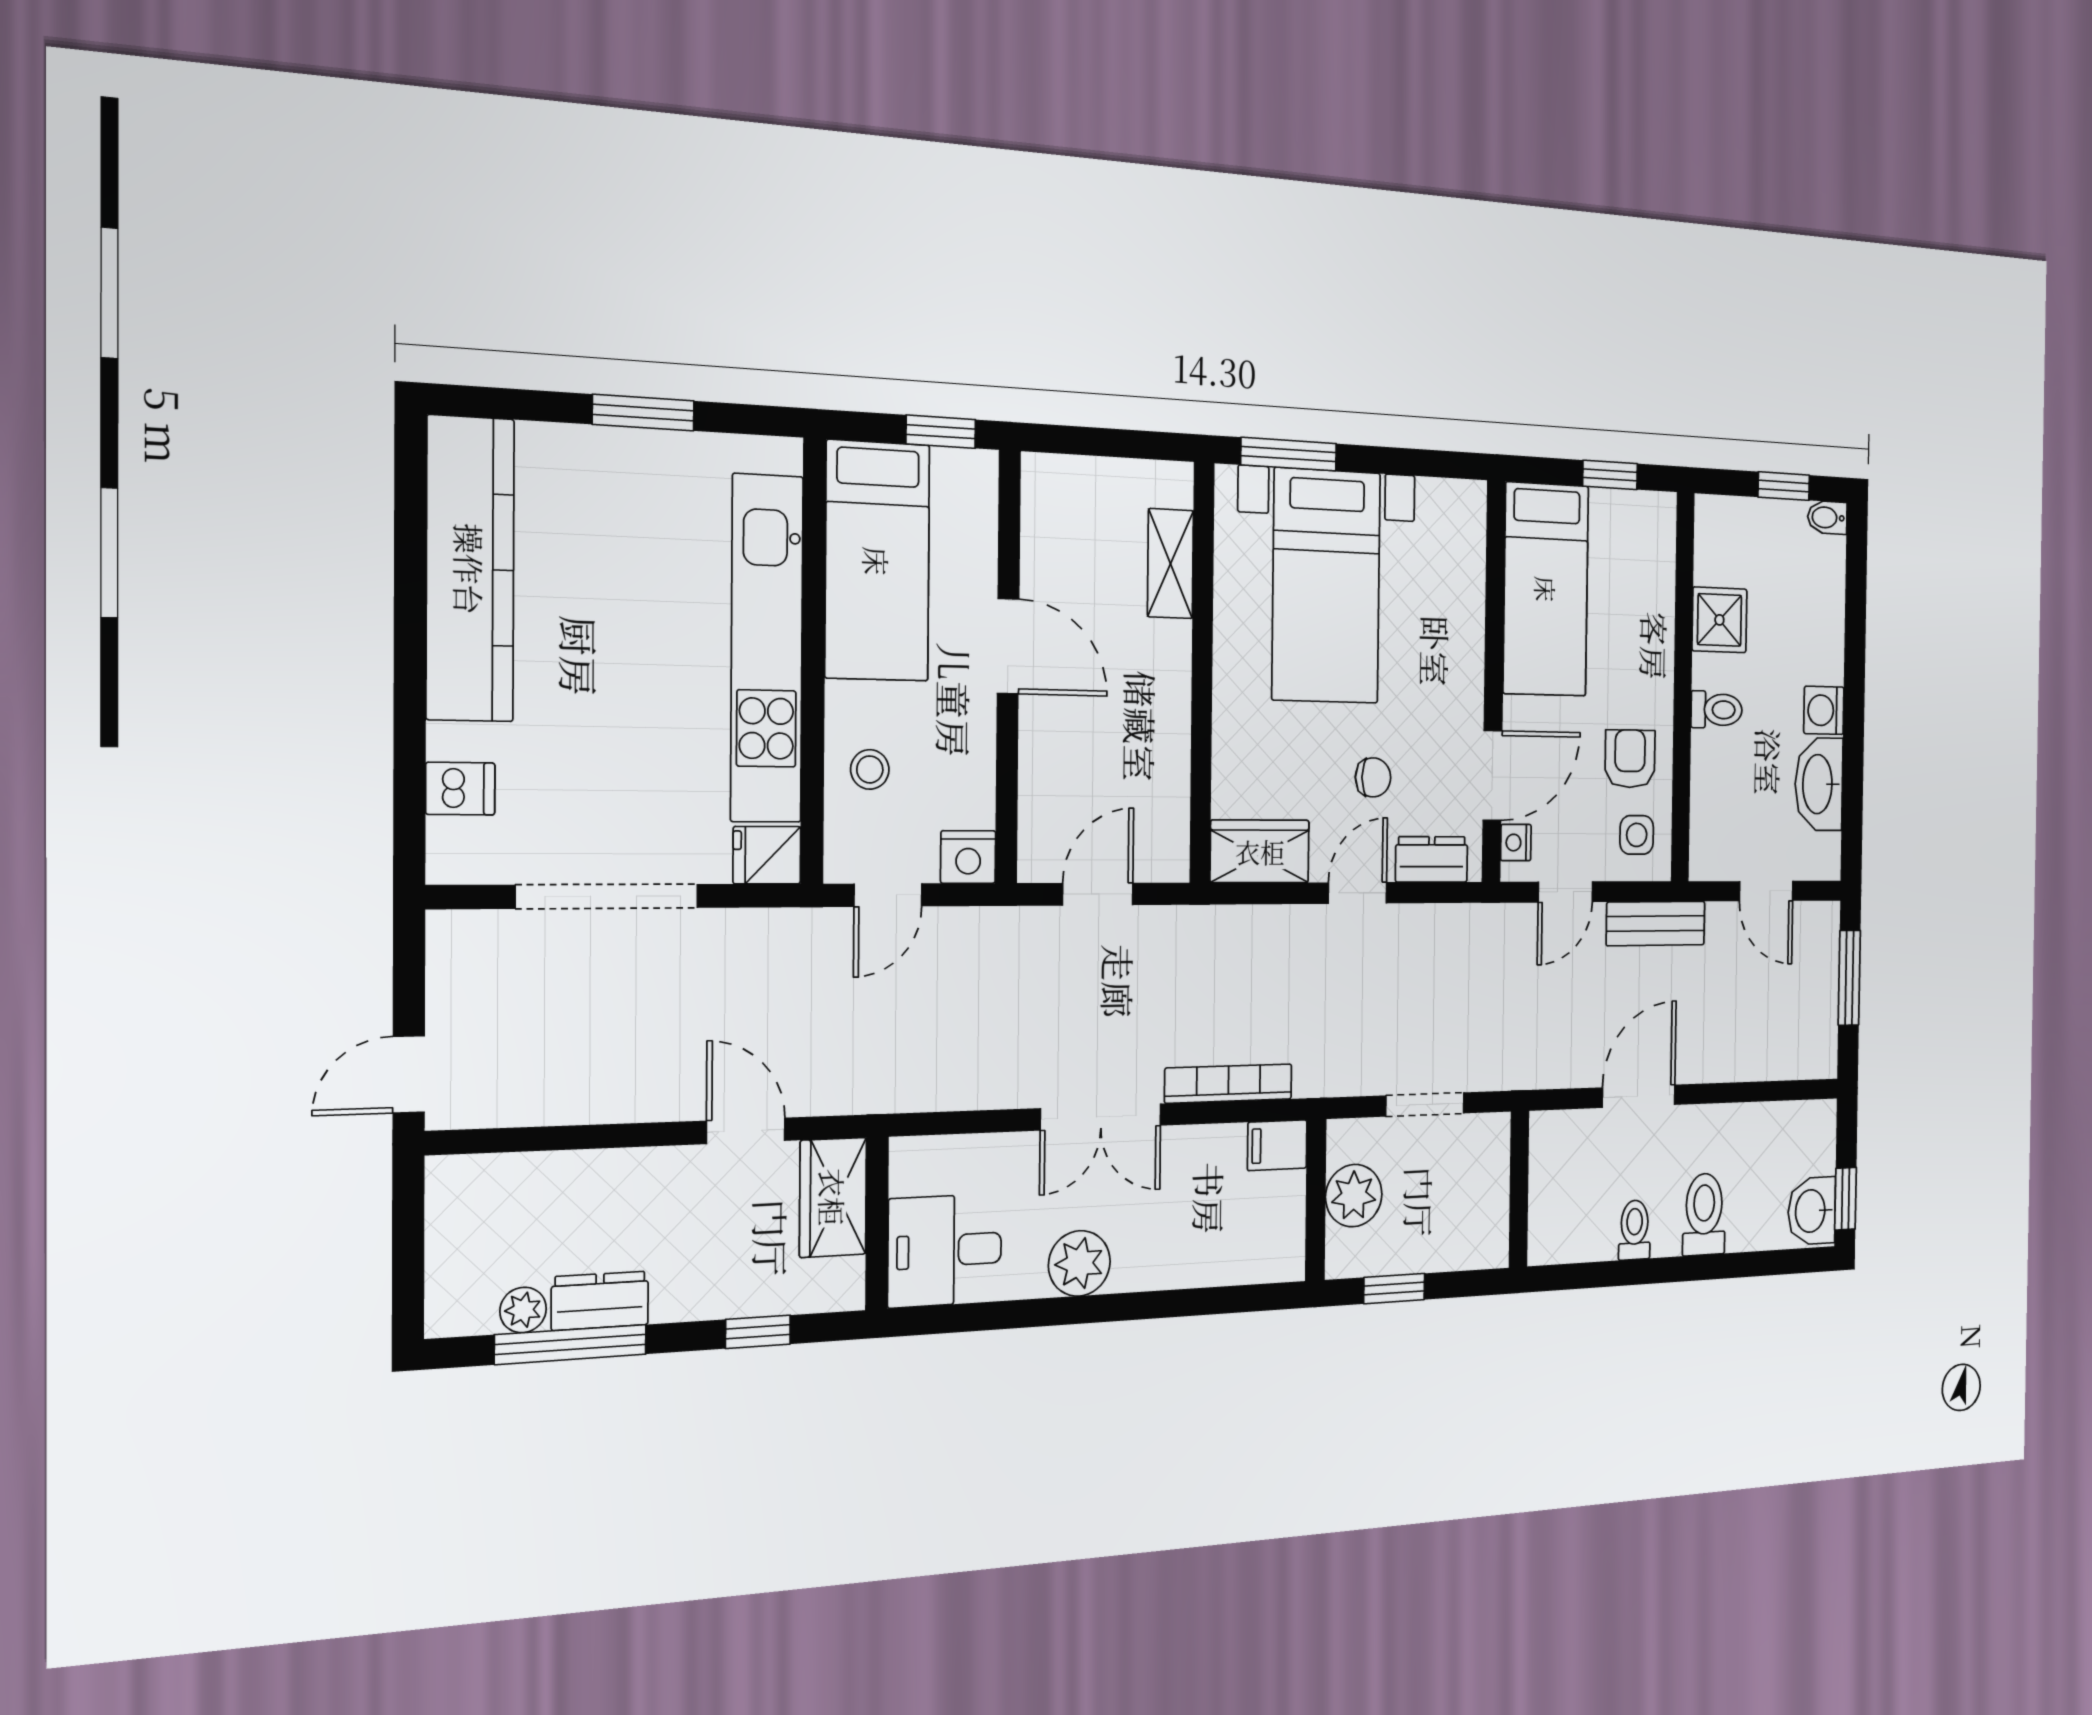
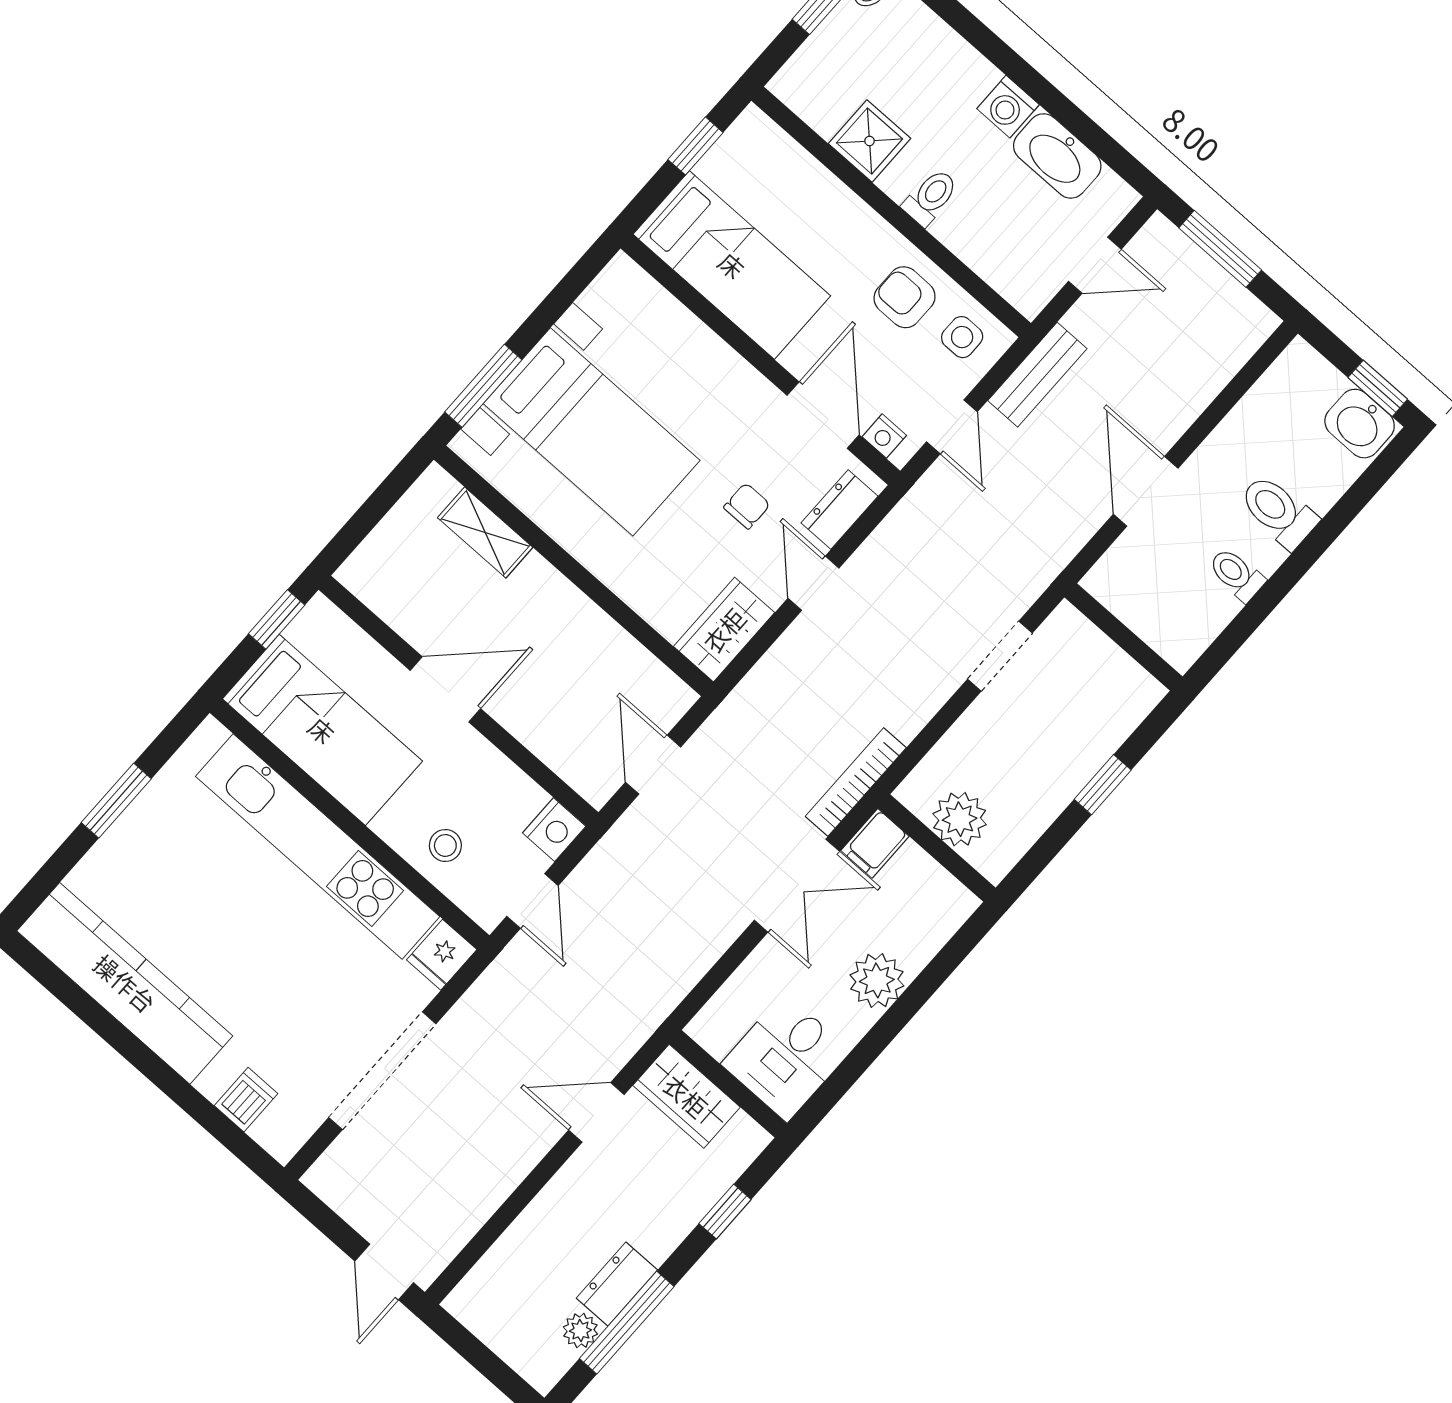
filing cabinet: (1277, 1145) -> (875, 843), moved
plant: (1354, 1196) -> (960, 819), moved
wall: (1316, 1200) -> (937, 848), moved

